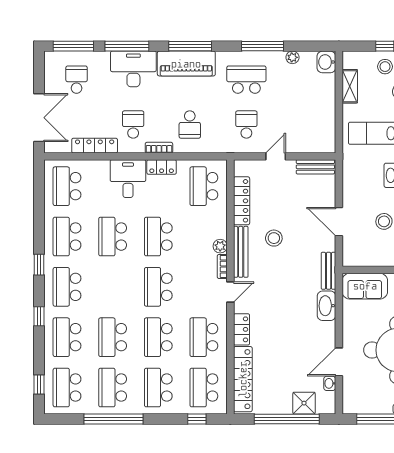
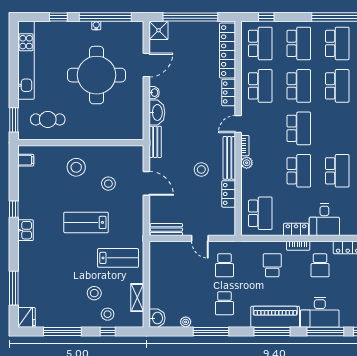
school desk: (246, 80) -> (224, 303), width x0.54
door: (276, 156) -> (200, 238), hinge flipped
locker: (242, 201) -> (229, 194), width x0.66
sofa: (365, 286) -> (125, 129), removed
washbasin: (330, 383) -> (154, 93), moved
shower: (304, 403) -> (158, 30), moved

